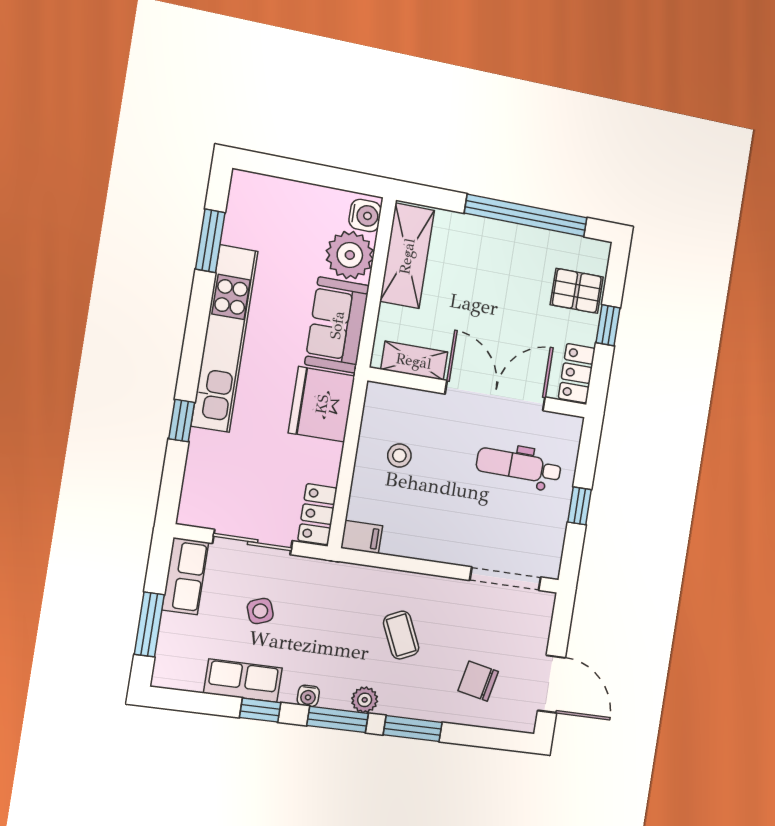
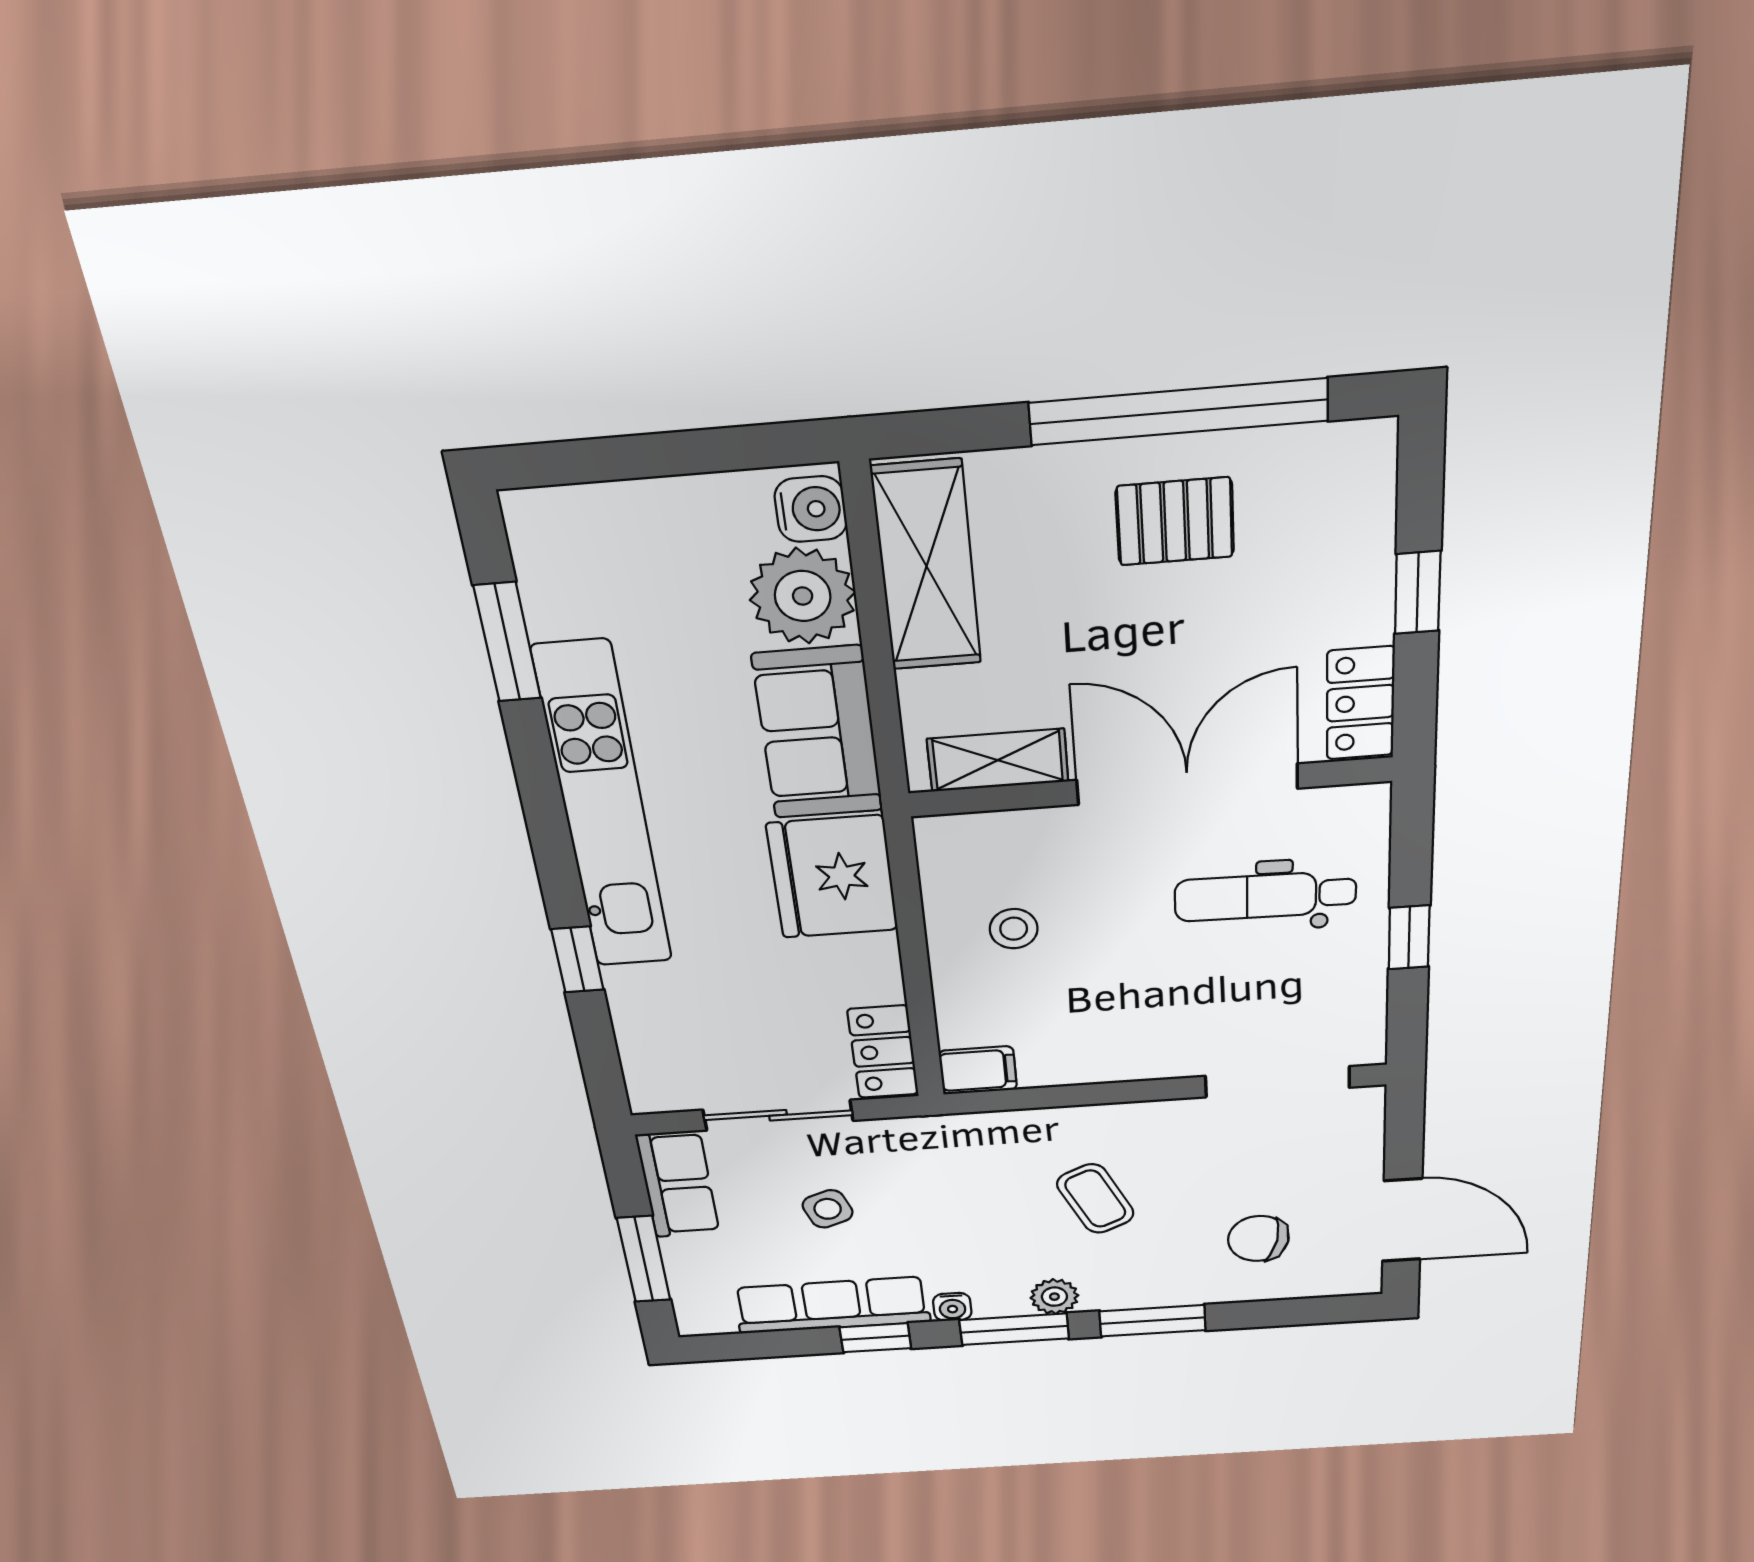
pallet: (577, 291) -> (1175, 521), moved
row of seats: (243, 681) -> (832, 1305), width x1.48

